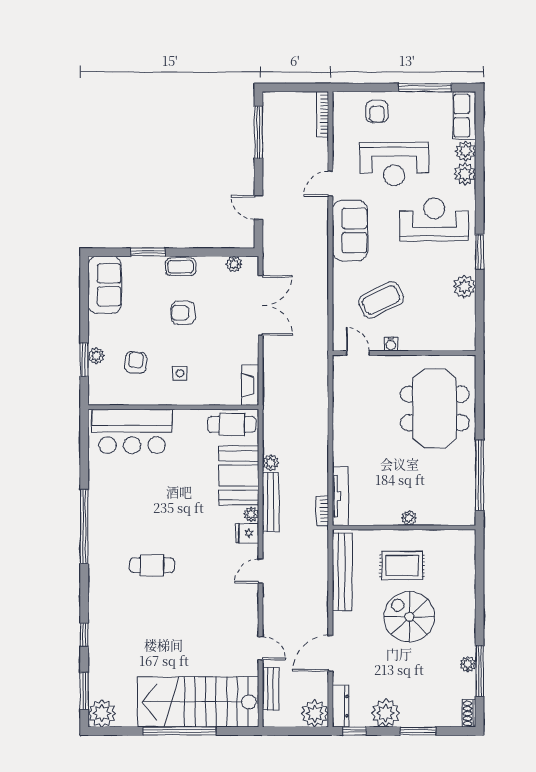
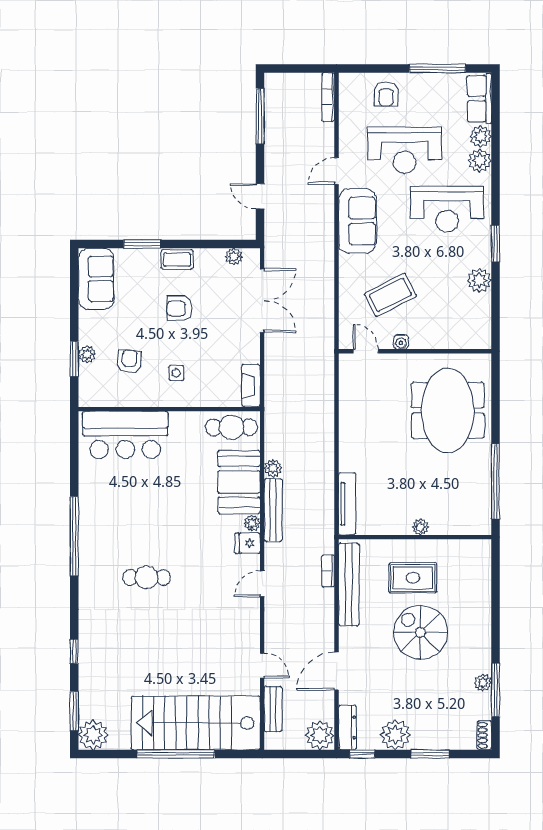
reception desk: (434, 220) -> (447, 209), turned 180
bookcase: (322, 511) -> (328, 571), moved

